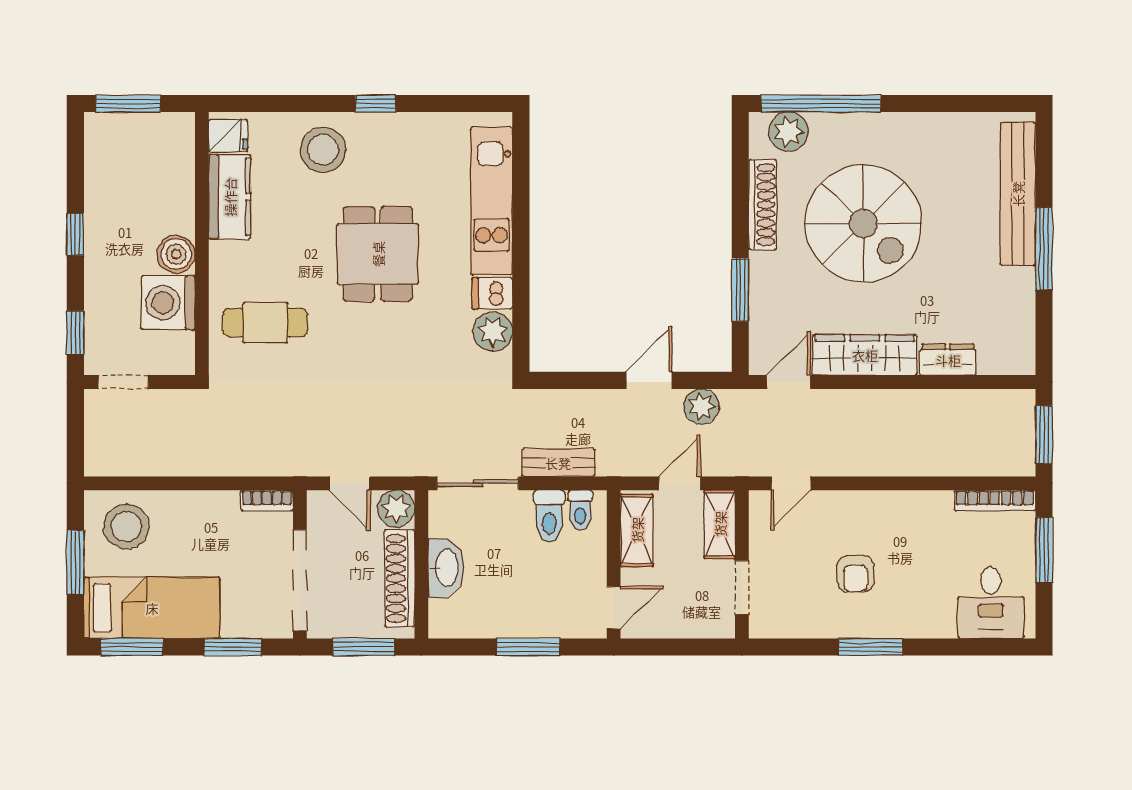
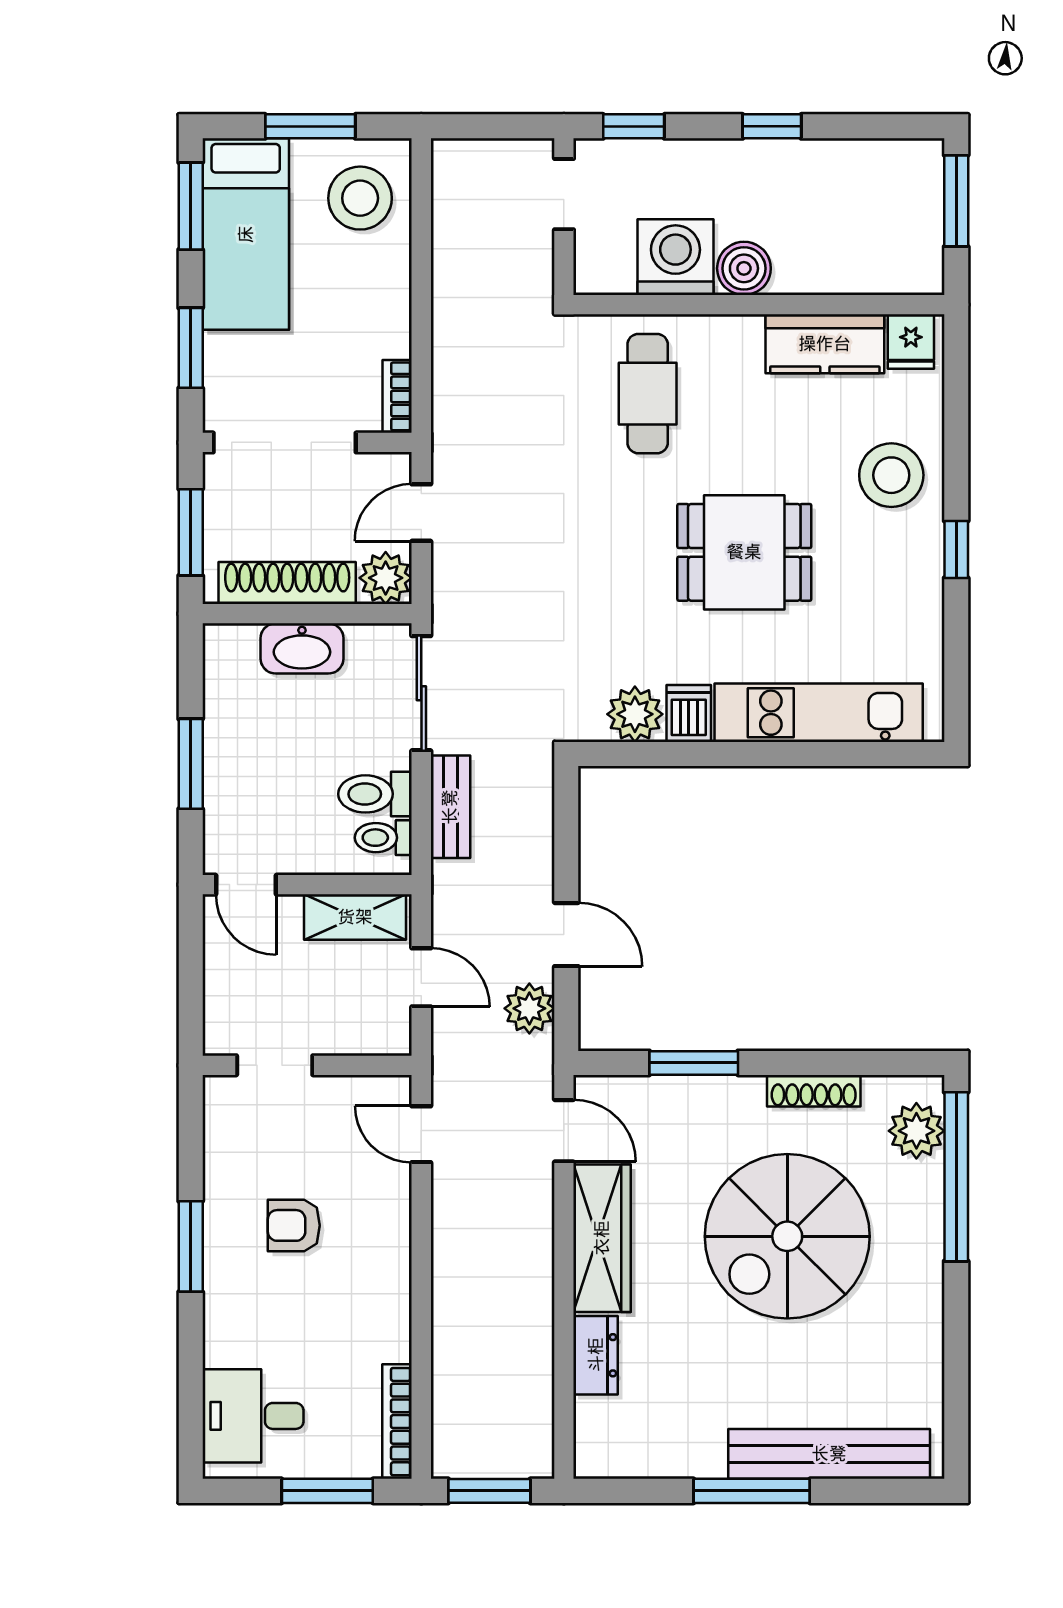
shoe rack: (763, 205) -> (814, 1091), width x0.74, depth x0.81
shelving: (720, 524) -> (363, 1034), removed

